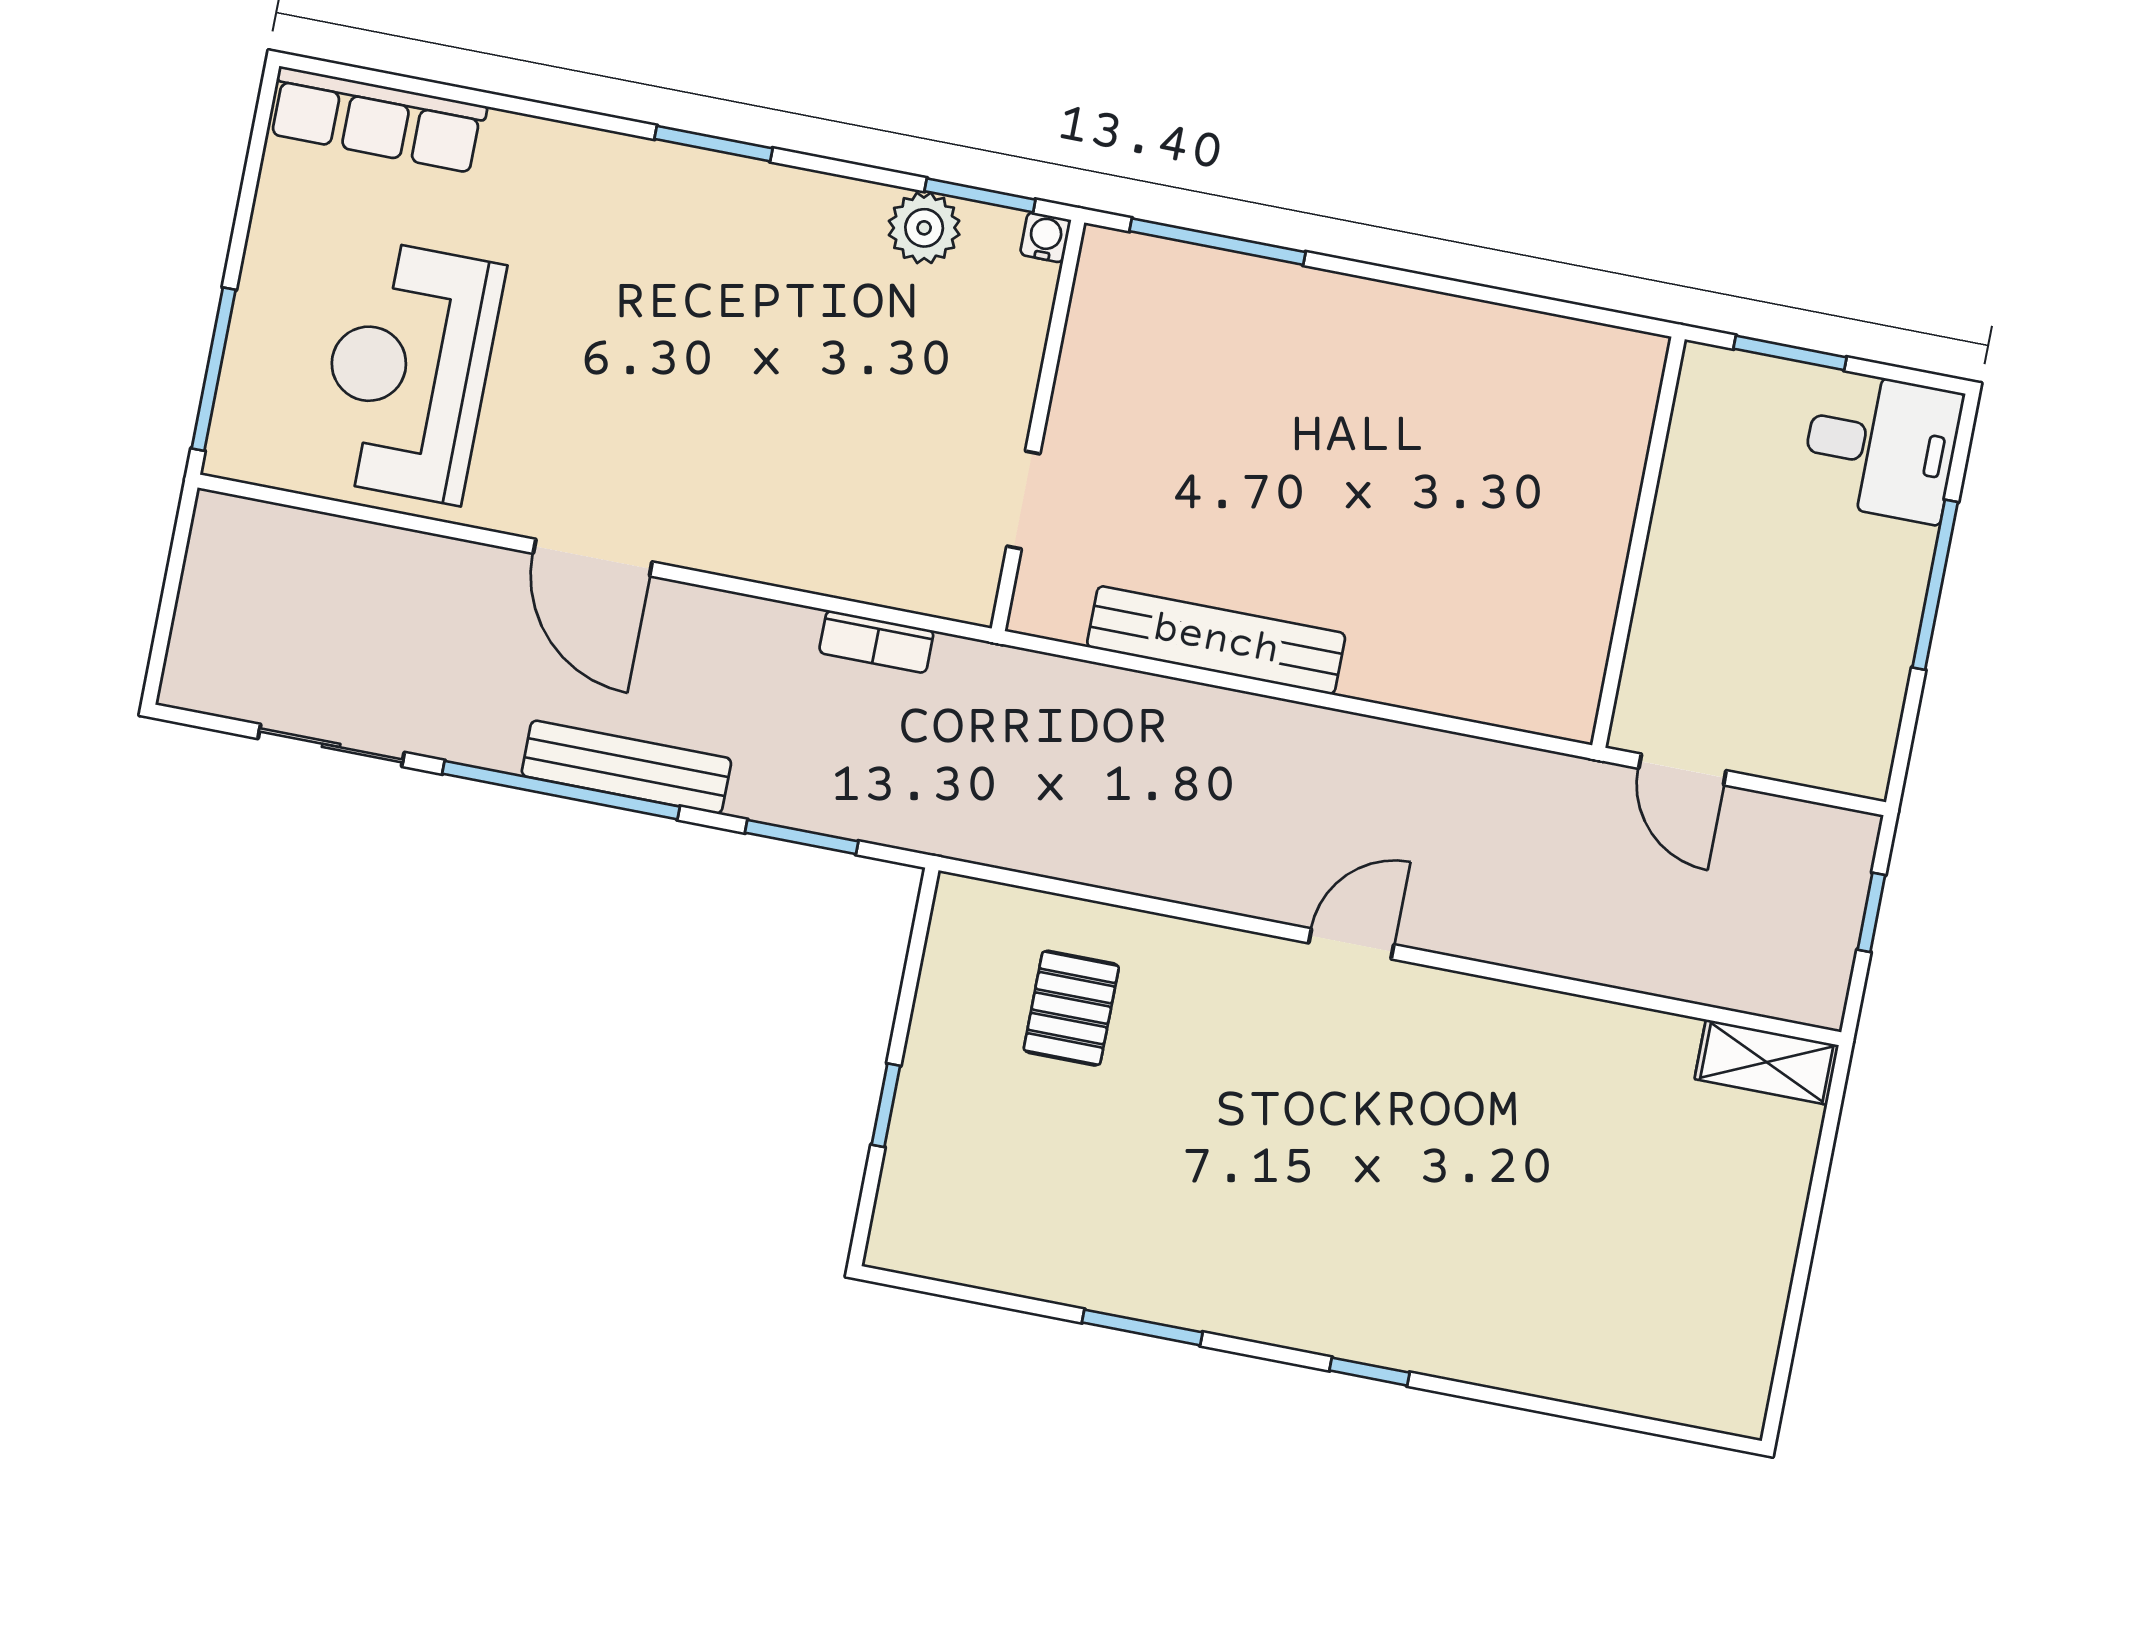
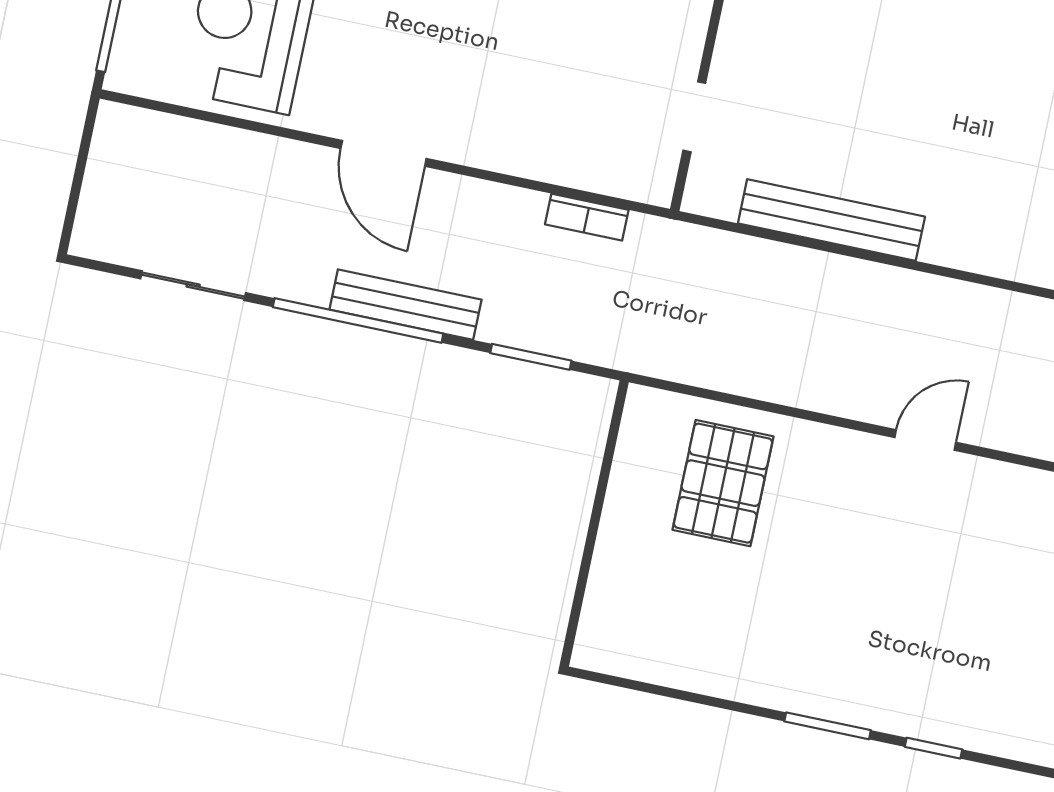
pallet: (1071, 1008) -> (723, 483), width x1.50, depth x1.42
window: (886, 1105) -> (588, 551), removed
window: (1142, 1327) -> (828, 726), moved

